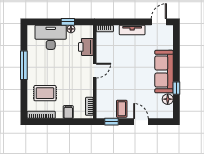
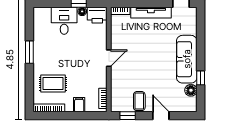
tv unit: (132, 30) -> (151, 13), width x1.41
desk: (51, 37) -> (64, 21), width x0.73
printer: (86, 47) -> (97, 15), moved, turned -90
window: (24, 65) -> (29, 52), width x0.69

